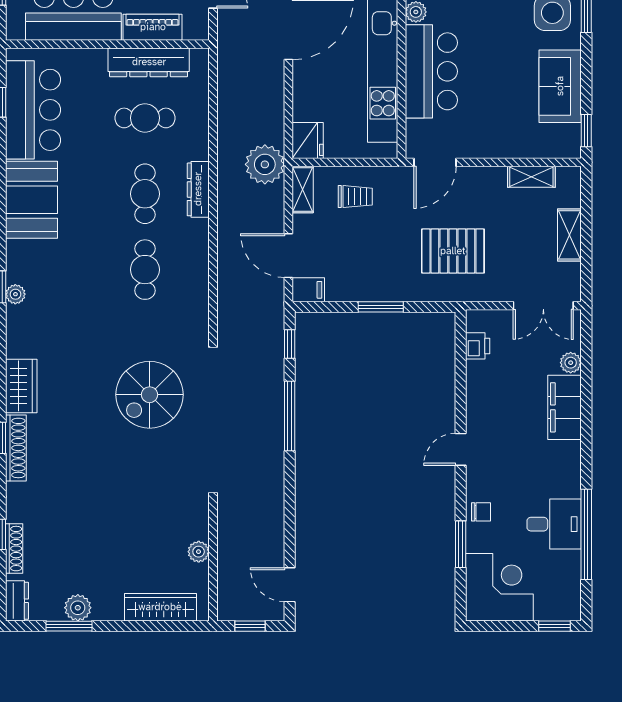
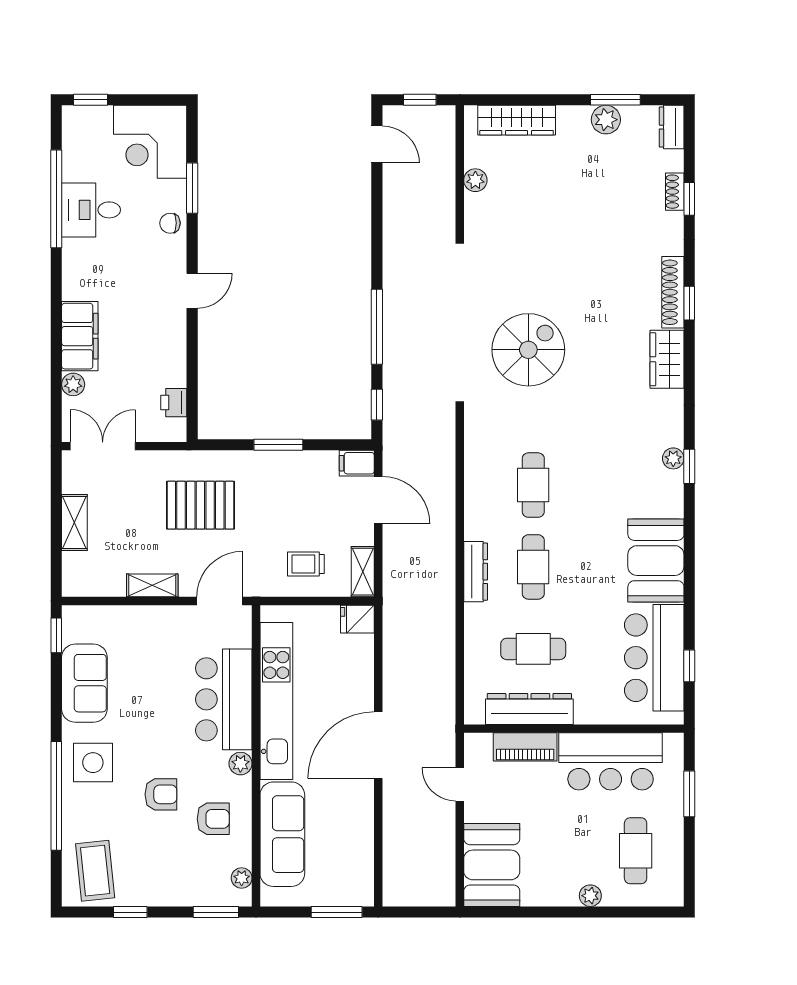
fridge: (308, 141) -> (357, 619), width x0.72
plant: (265, 164) -> (404, 599), removed
shelving: (531, 177) -> (152, 585), moved
shoe rack: (14, 549) -> (675, 192), width x0.70

